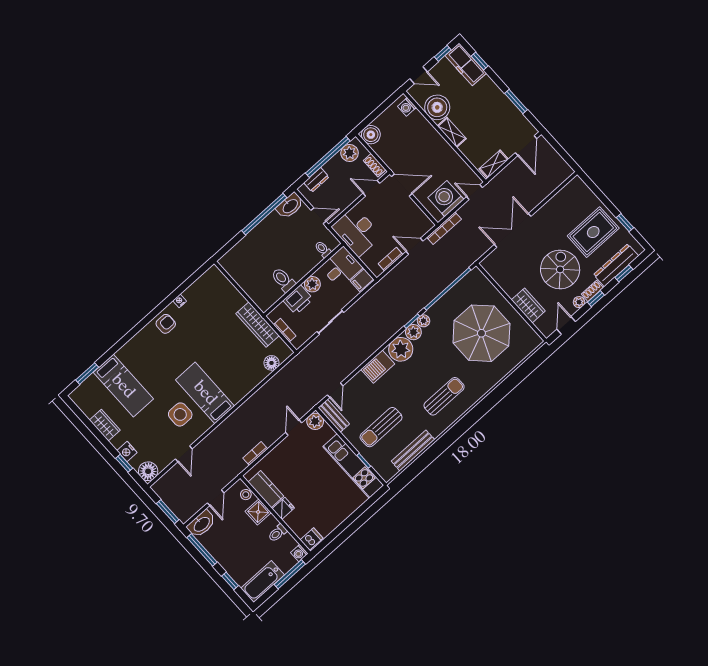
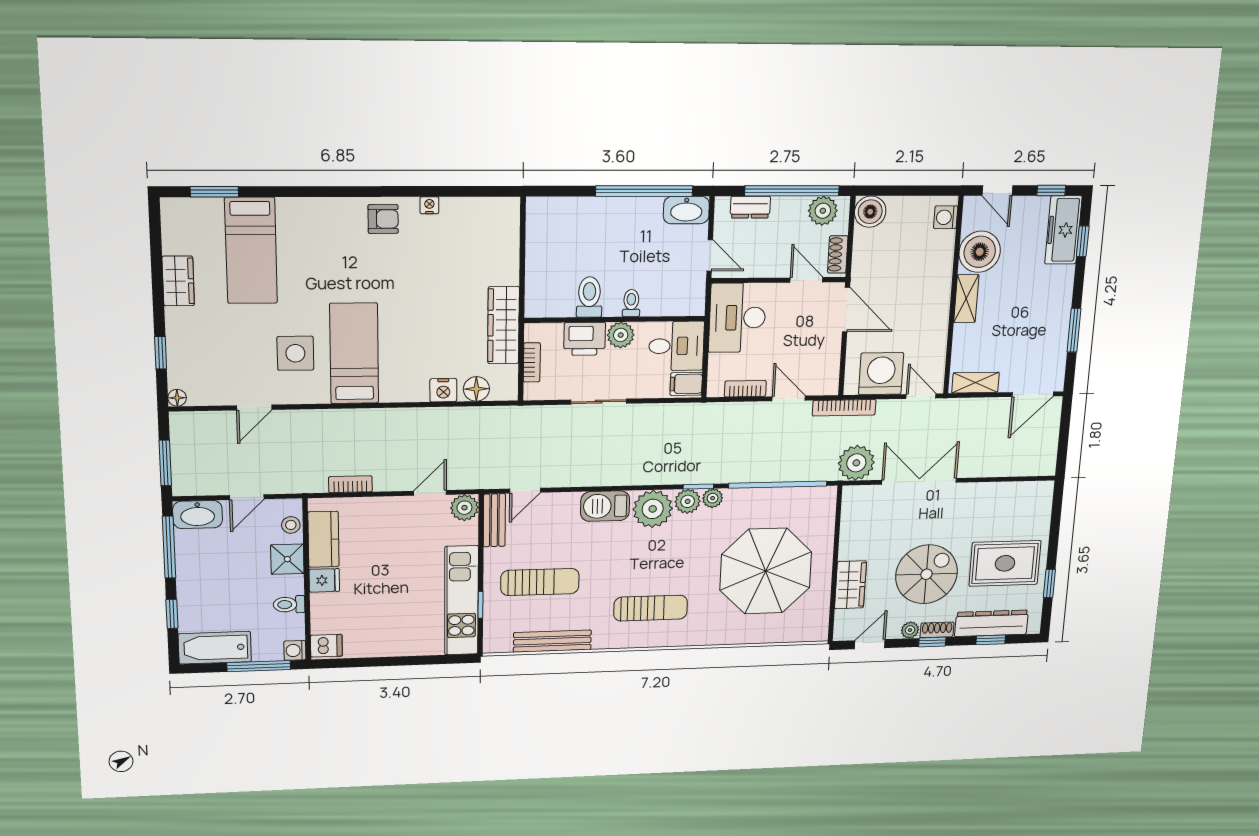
plant: (475, 248) -> (856, 463), added
toilet: (323, 249) -> (631, 303), moved
sun lounger: (381, 427) -> (540, 582), turned 180
nightstand: (127, 452) -> (443, 390), moved, turned -90
floor lamp: (148, 471) -> (177, 398), width x0.53, depth x0.53

